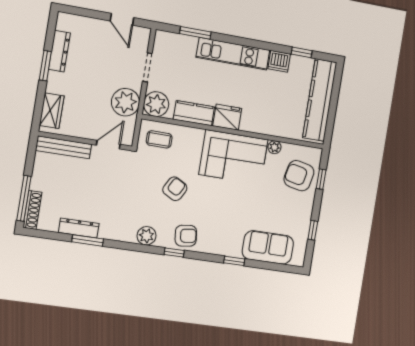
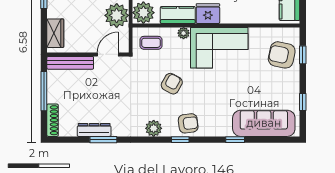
plant: (274, 147) -> (184, 33), moved
window: (24, 198) -> (44, 91), moved
sofa: (268, 247) -> (264, 123), width x1.36

